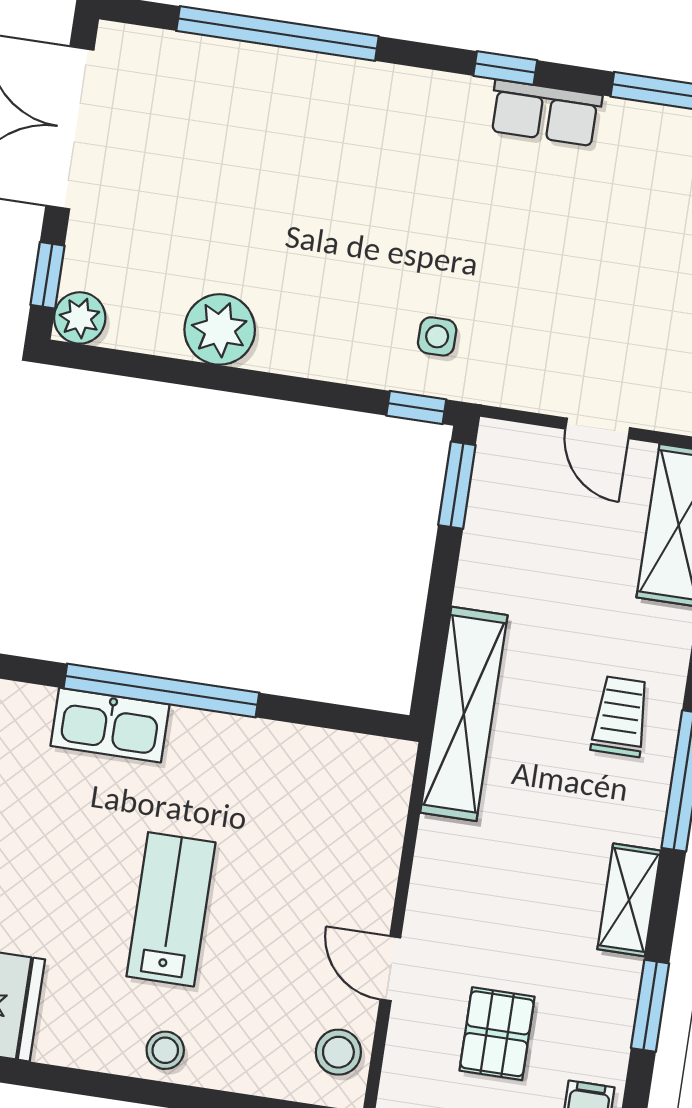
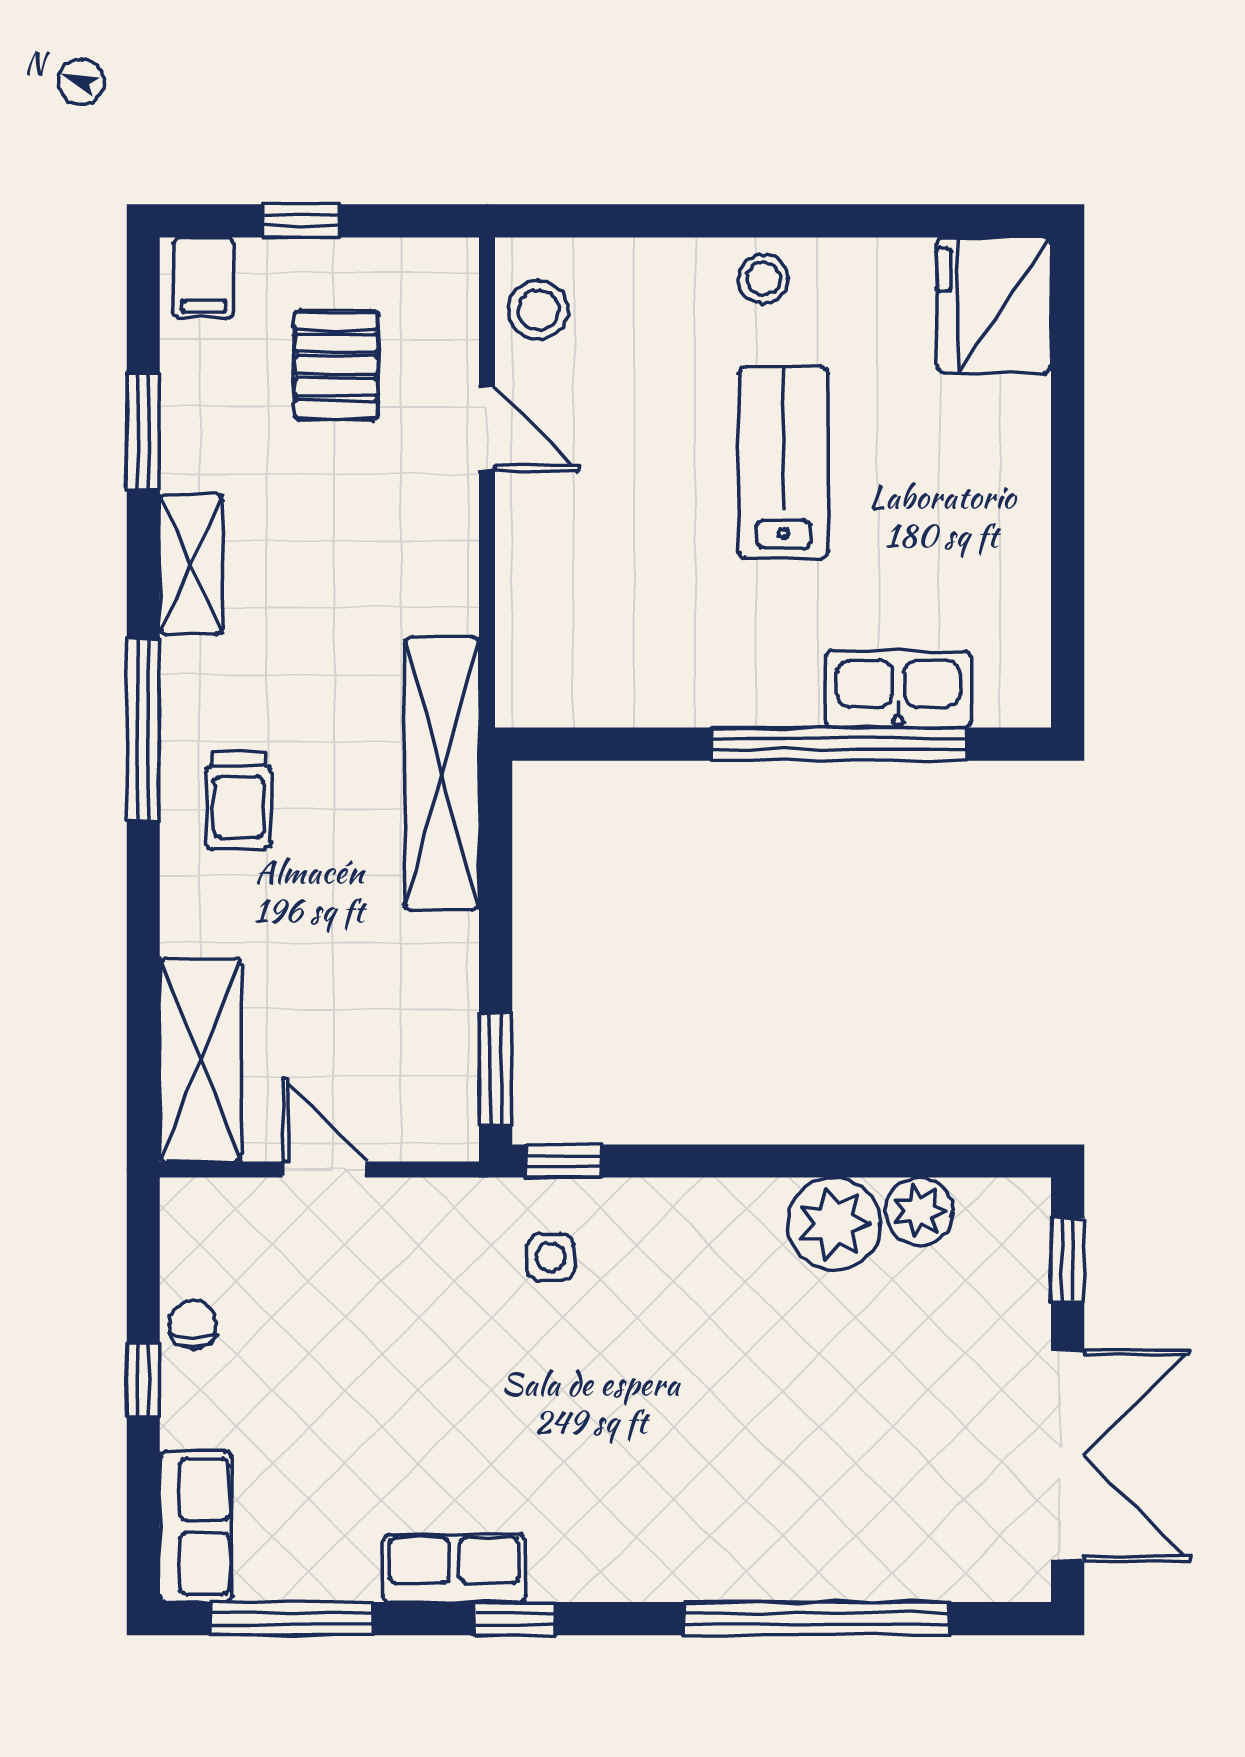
plant: (80, 318) -> (919, 1211), moved
lab bench: (171, 909) -> (783, 462), turned 180

